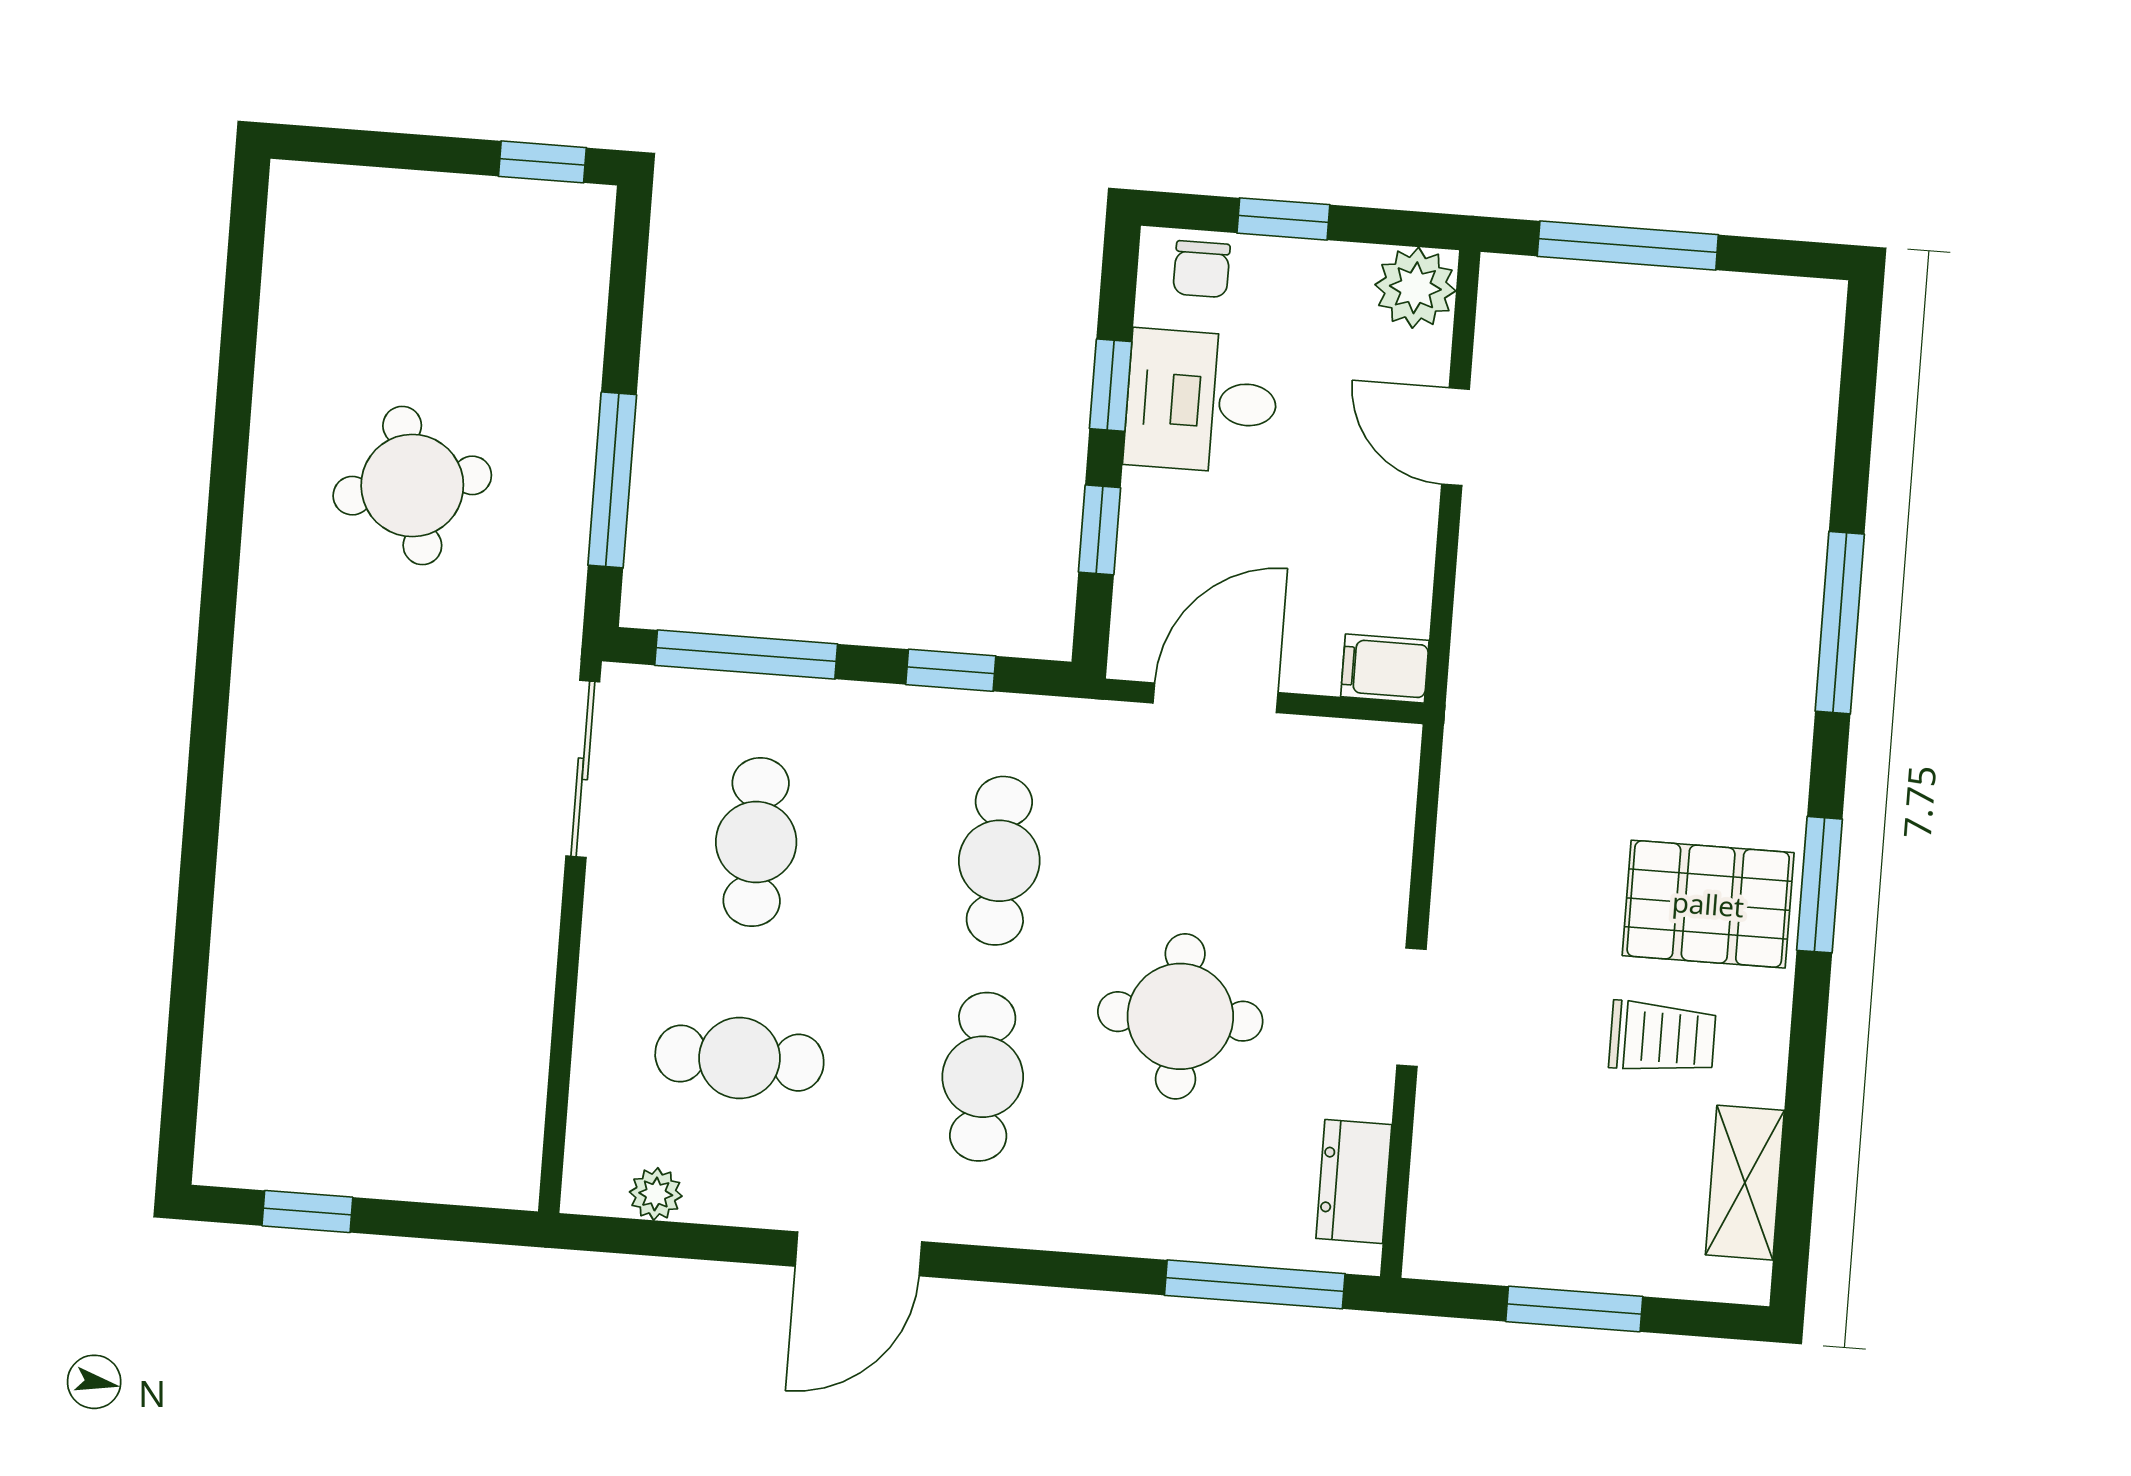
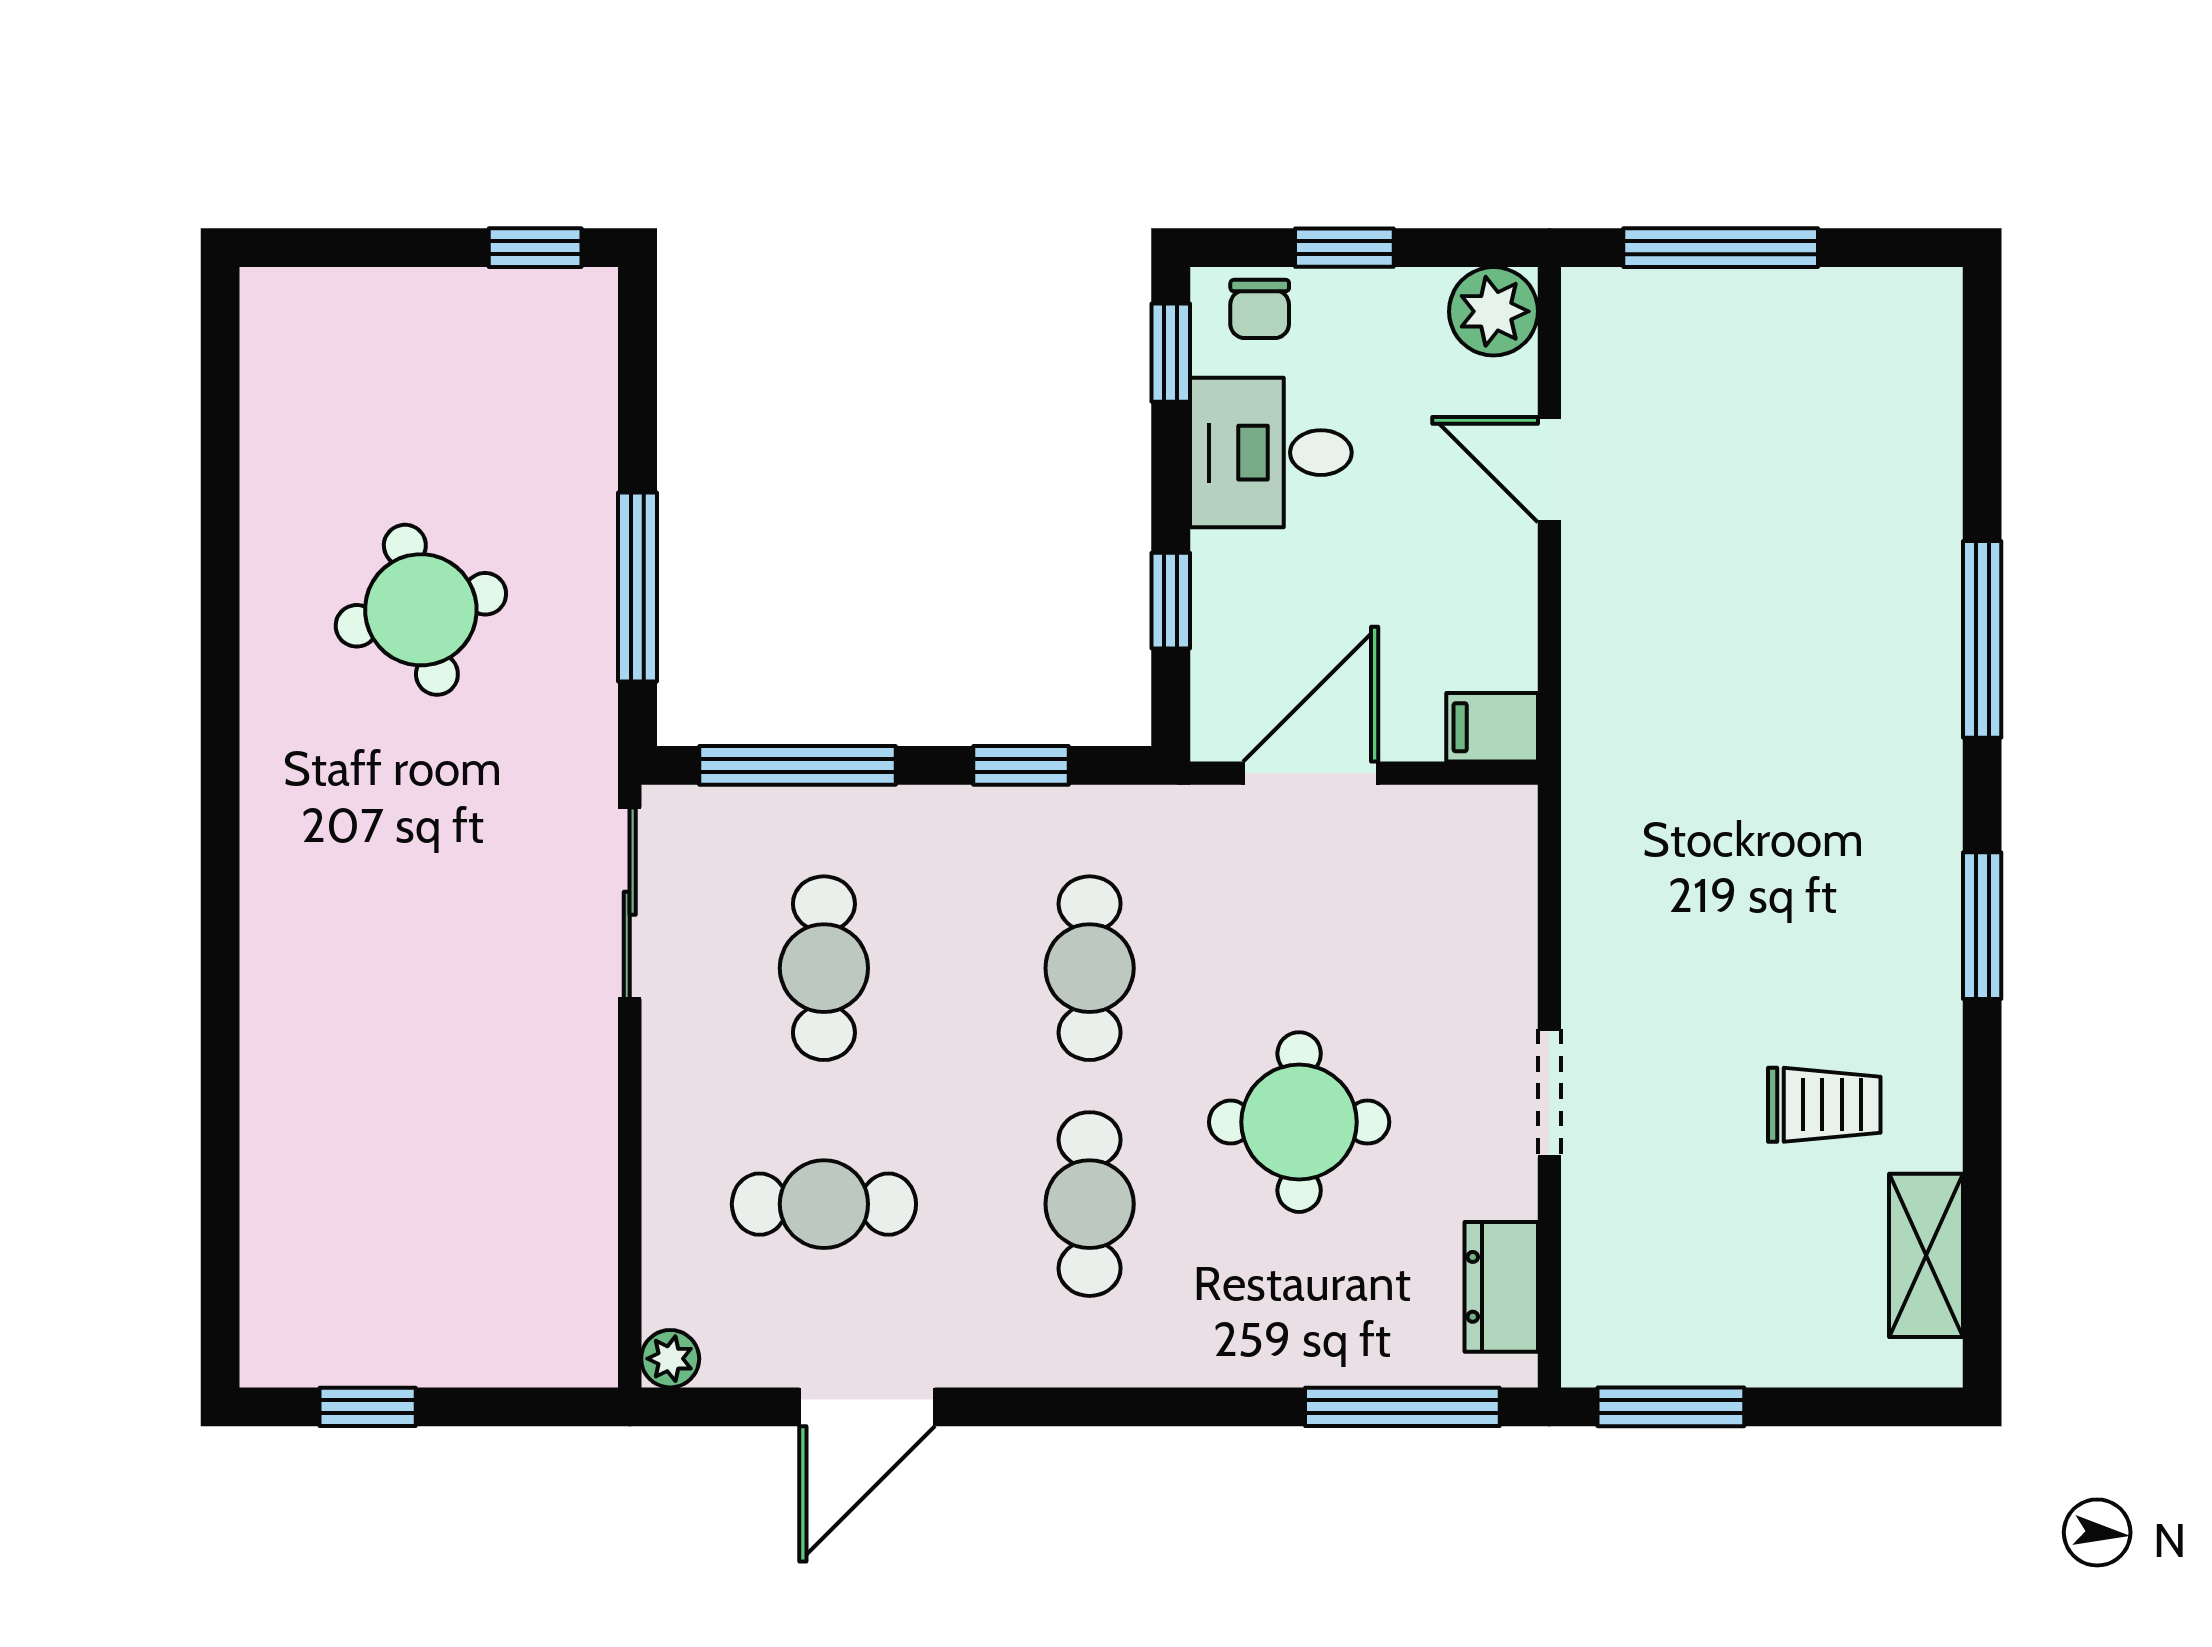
window: (1111, 385) -> (1171, 353), moved
pallet: (1708, 904) -> (1863, 956), removed
plant: (656, 1194) -> (670, 1359), moved
door: (858, 1254) -> (867, 1407), moved
window: (1574, 1309) -> (1671, 1407), moved

